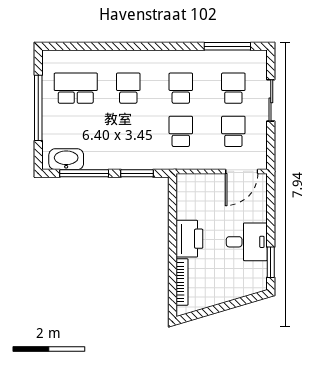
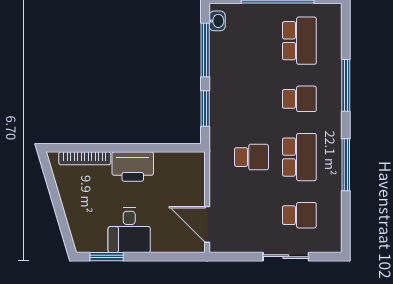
window: (116, 46) -> (346, 85), added
window: (227, 46) -> (346, 165), moved
school desk: (181, 88) -> (299, 157), width x1.85
school desk: (233, 131) -> (251, 215), removed
washbasin: (66, 159) -> (217, 21), width x0.52, depth x0.69

